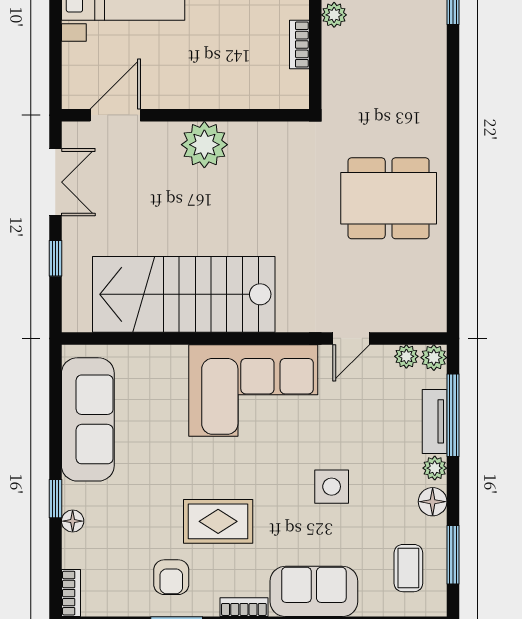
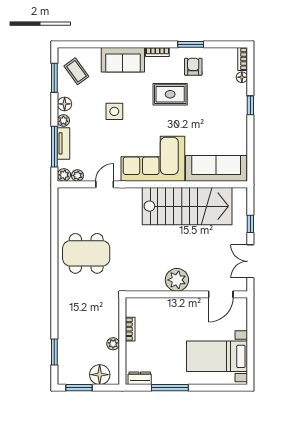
sofa: (88, 419) -> (216, 168), moved, turned 90
floor lamp: (73, 521) -> (242, 77), moved
coffee table: (408, 568) -> (76, 71), turned -36

